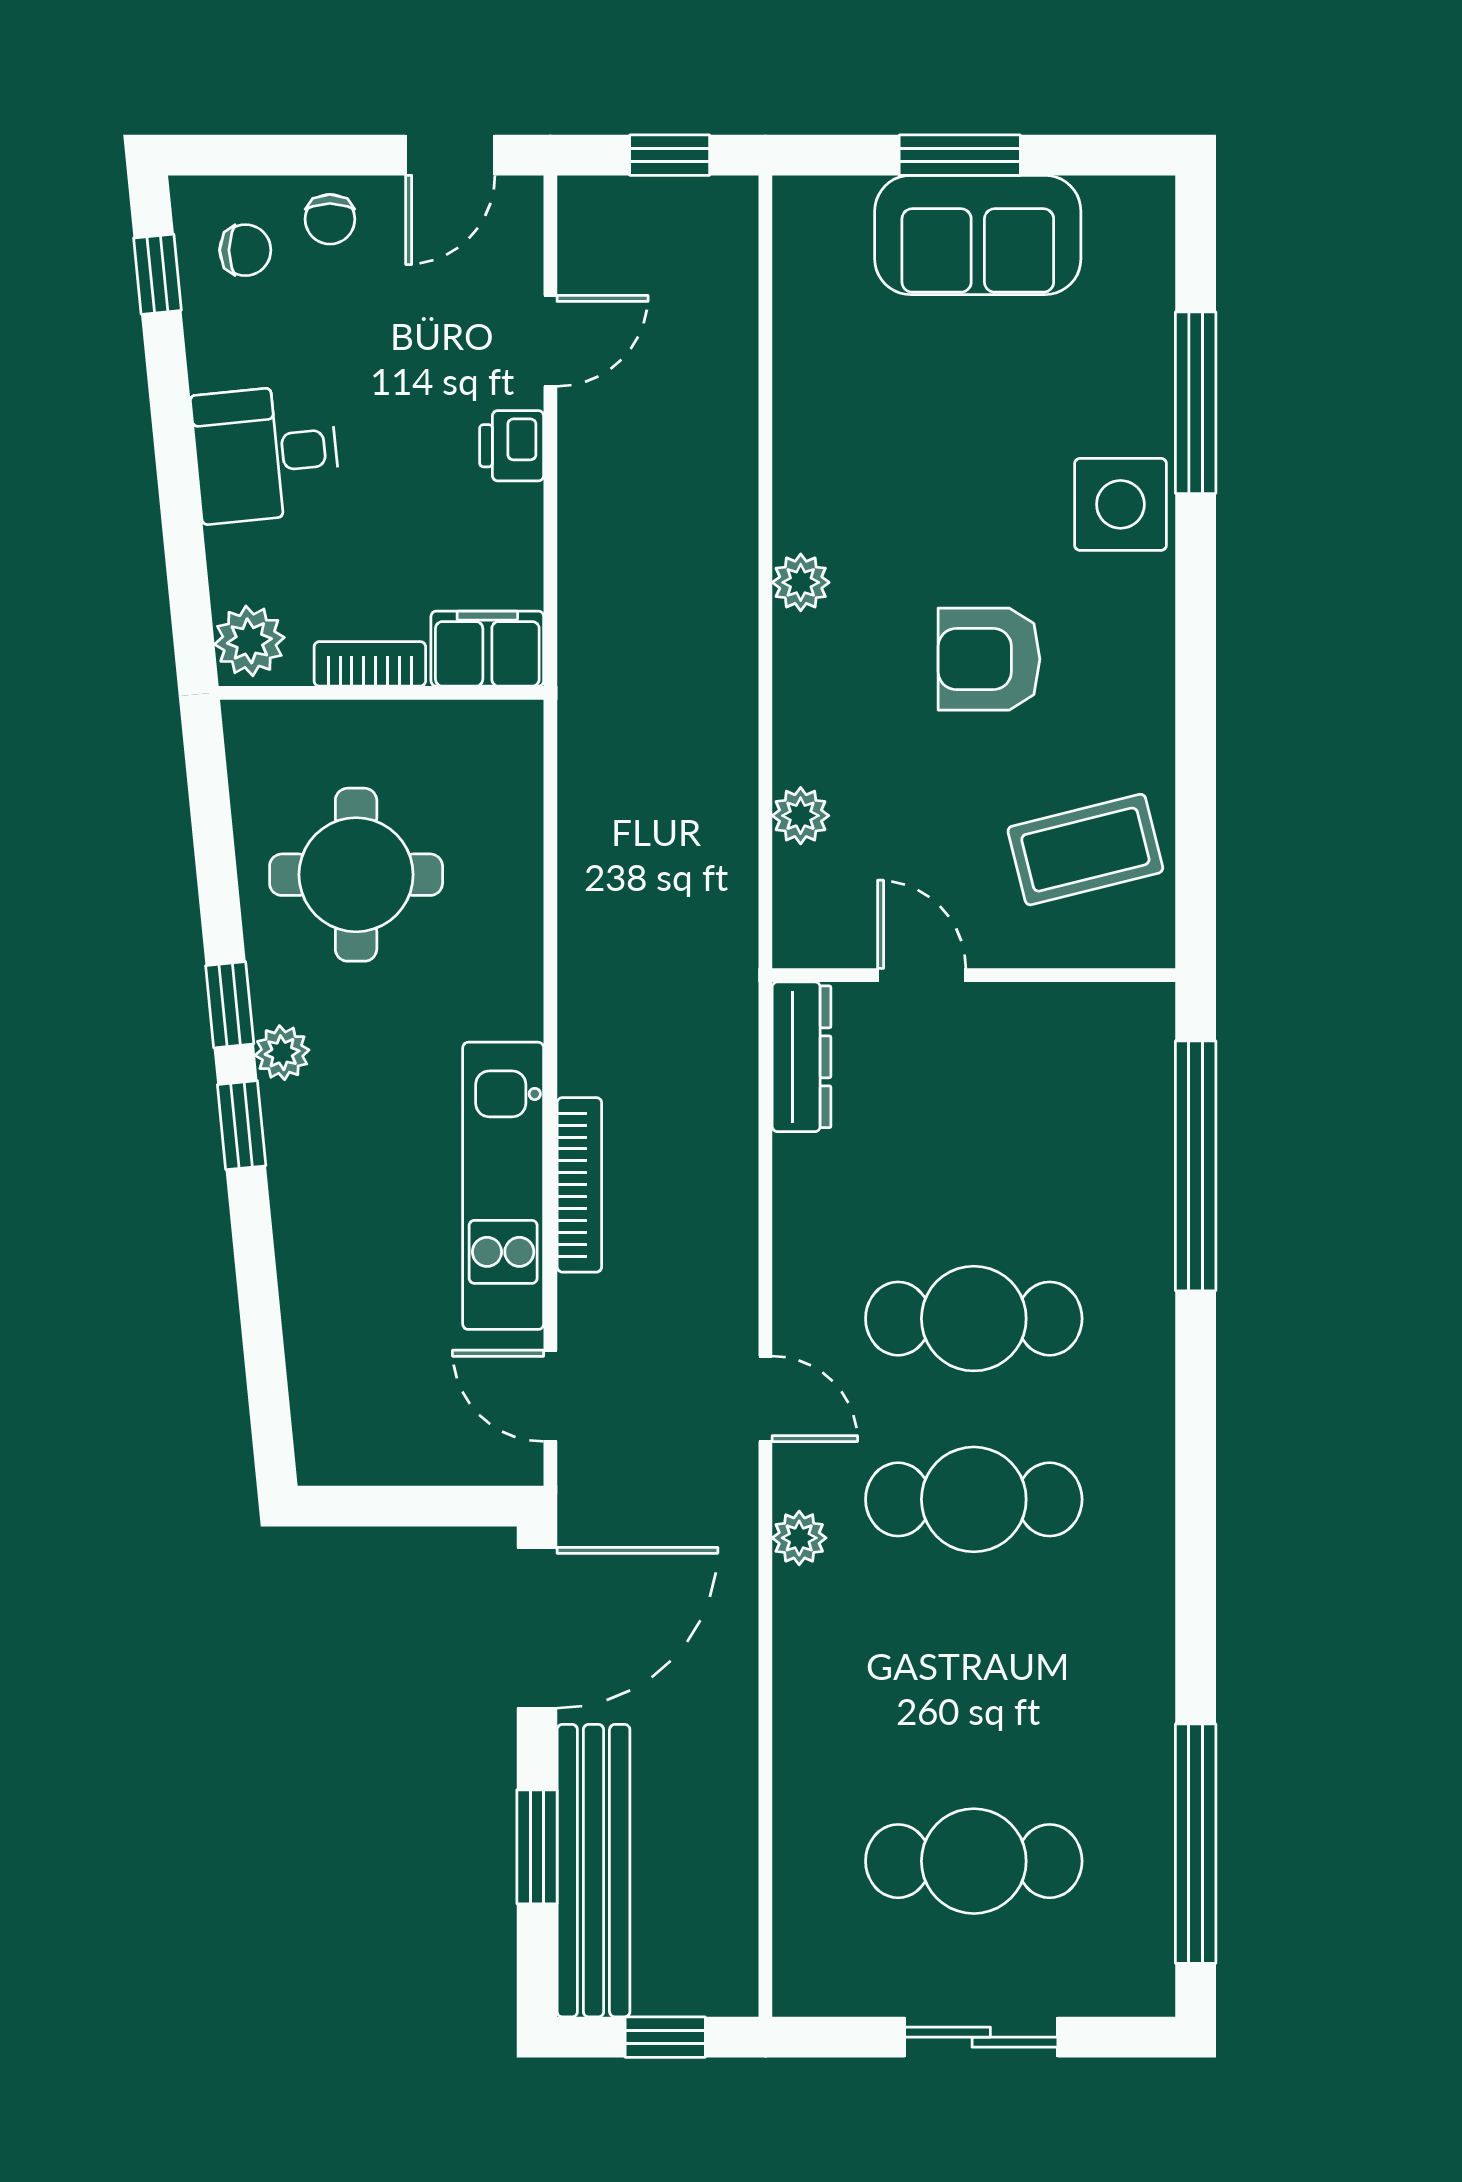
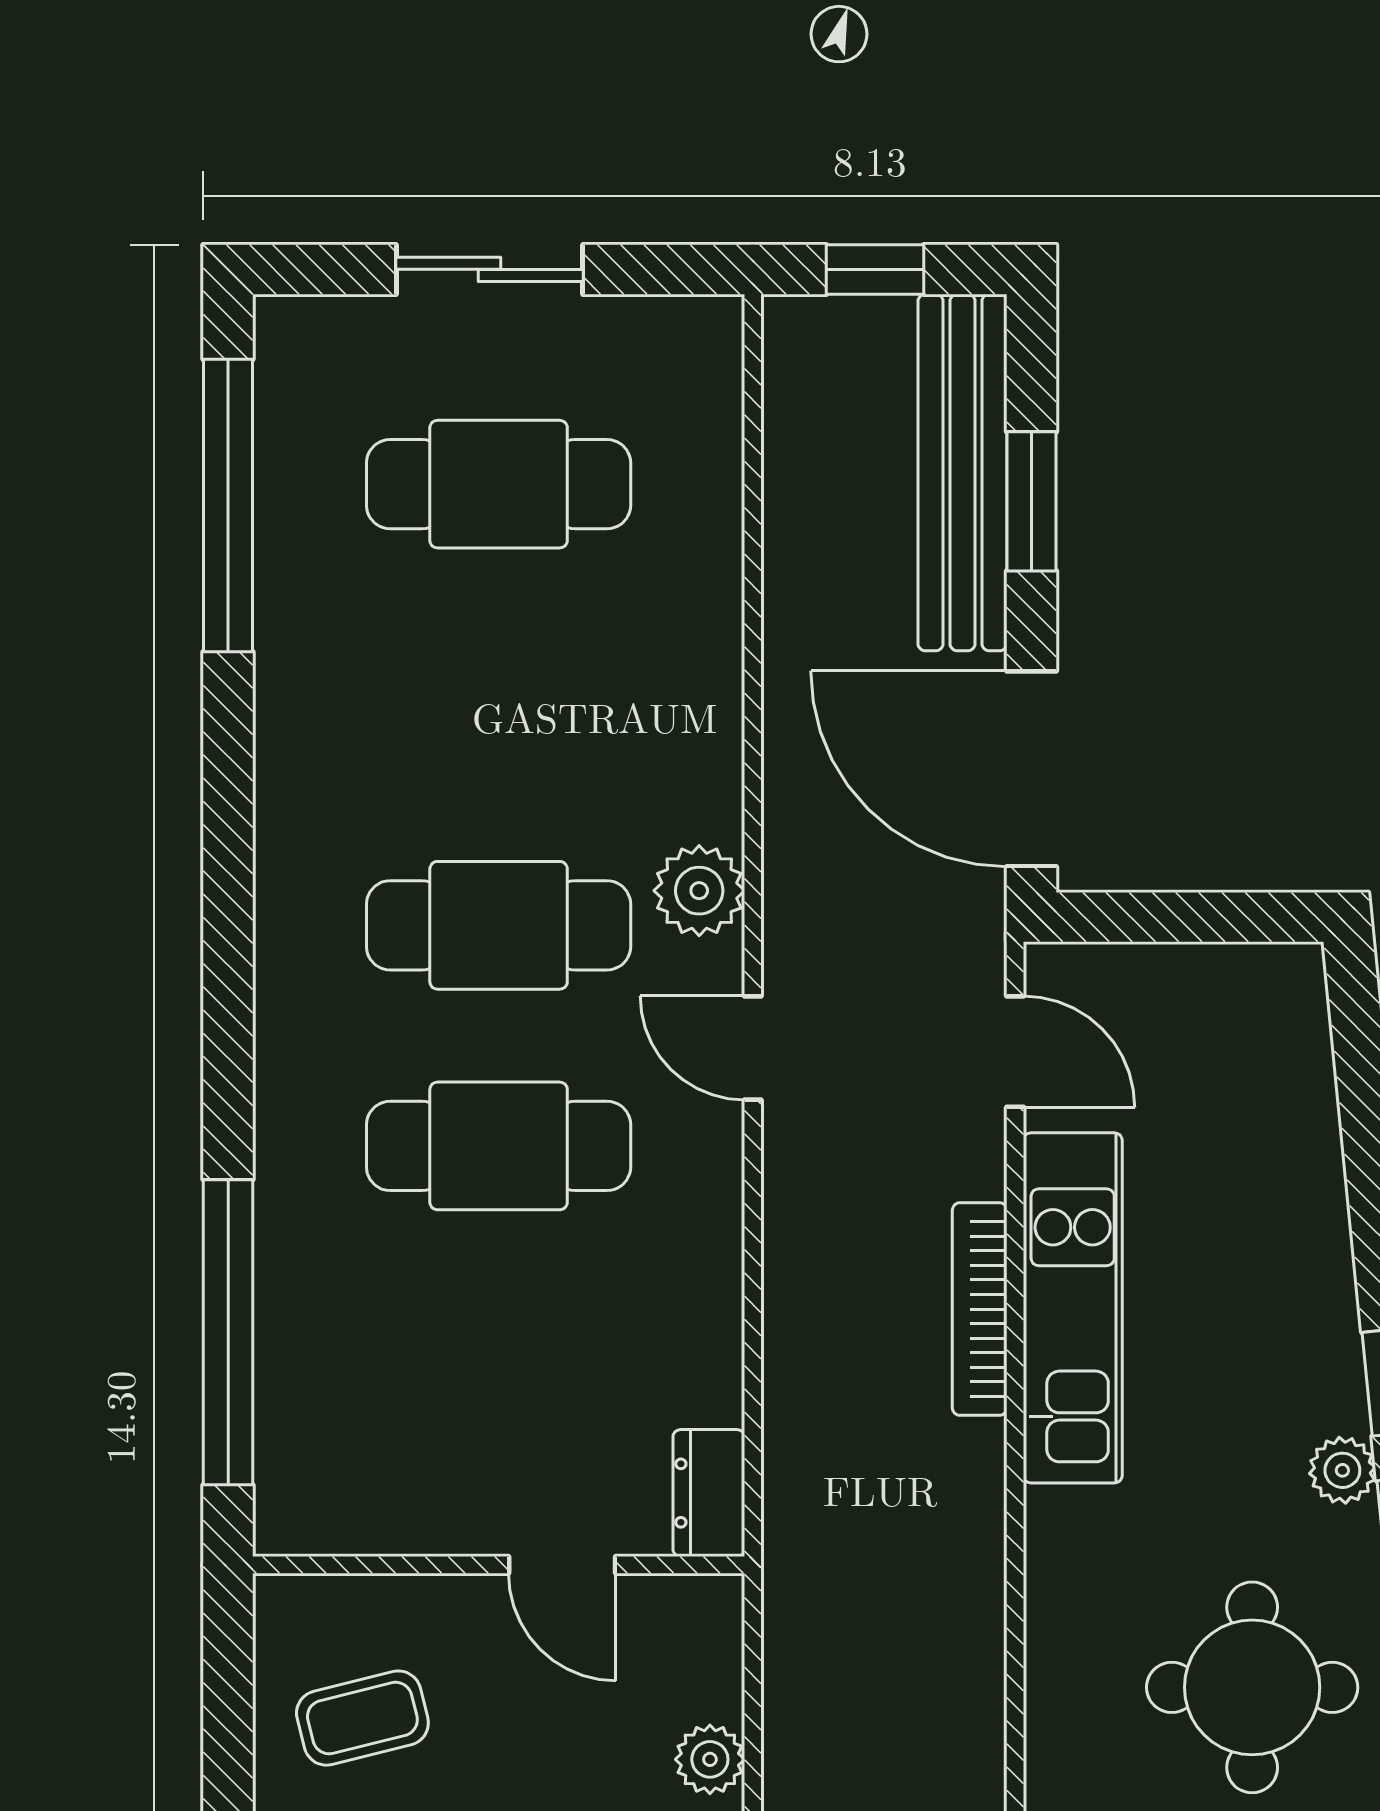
coffee table: (1085, 850) -> (362, 1718), width x0.73, depth x0.77
dresser: (801, 1057) -> (709, 1493), width x0.70
plant: (799, 1538) -> (699, 891), width x1.38, depth x1.38
door: (537, 1628) -> (1031, 769), hinge flipped

